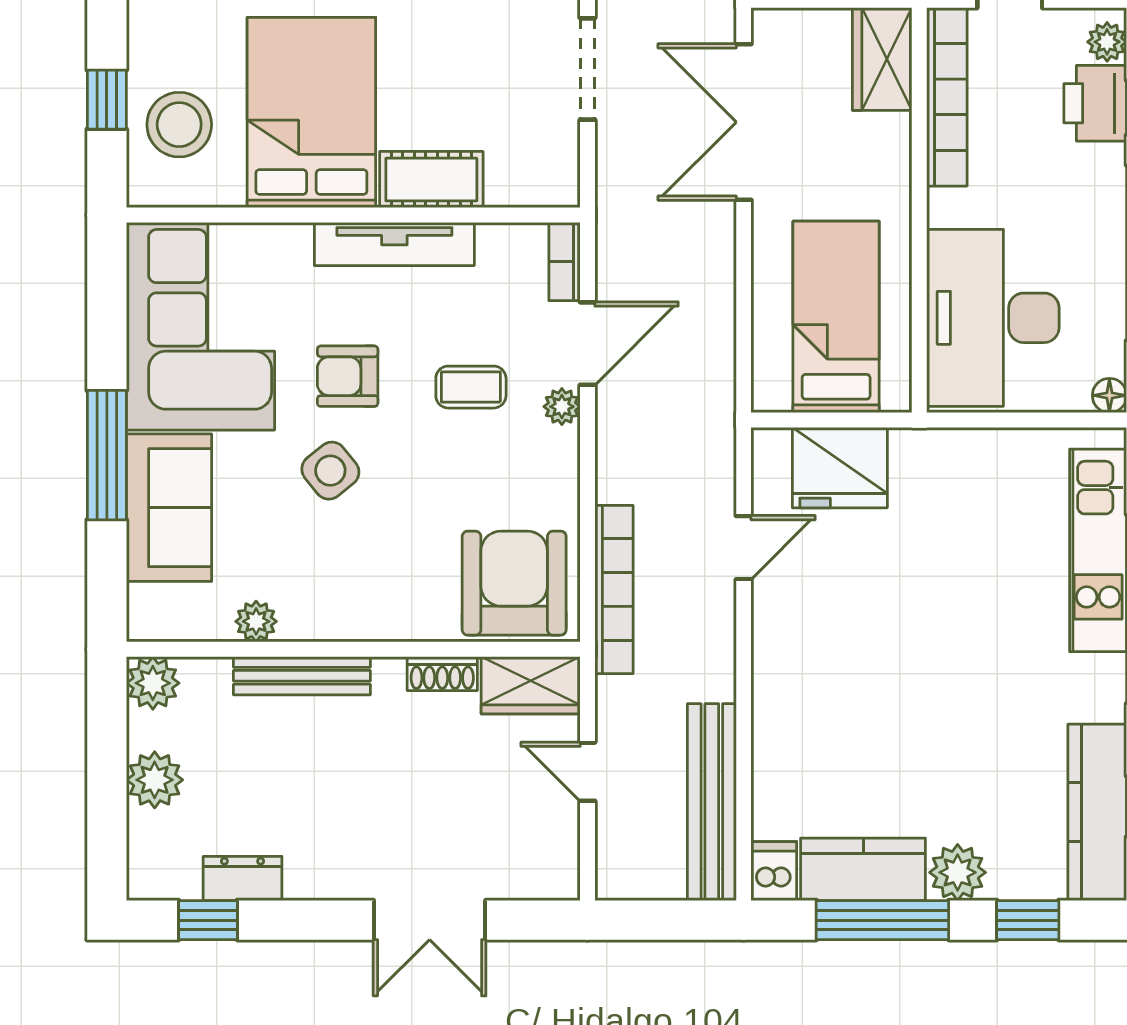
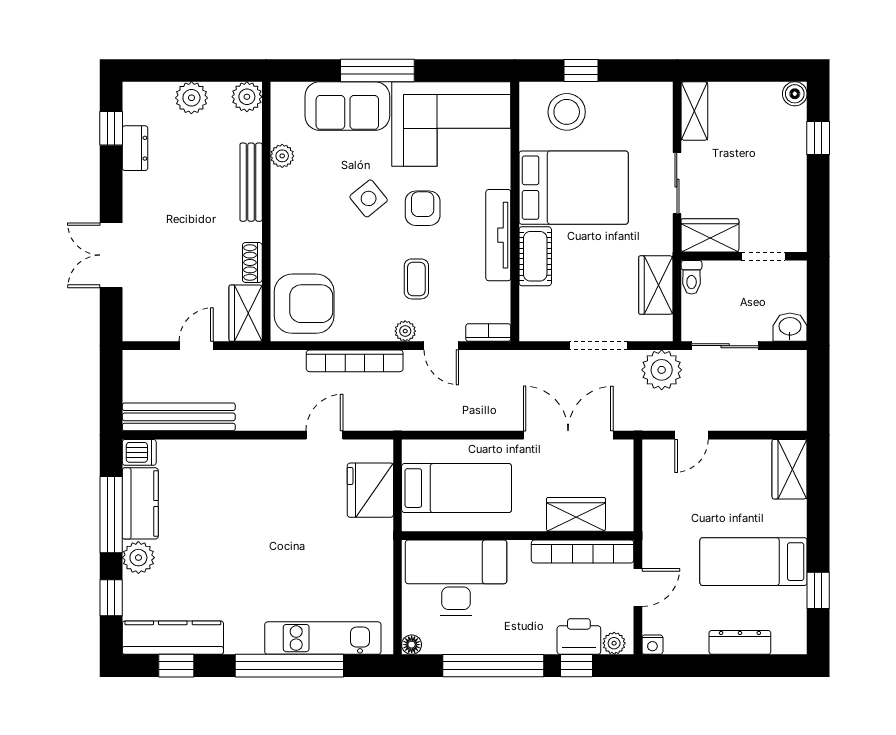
wardrobe: (882, 59) -> (576, 514), moved
door: (587, 344) -> (441, 346), width x0.73
door: (744, 548) -> (324, 435), swing flipped
bookcase: (614, 589) -> (355, 361), moved

